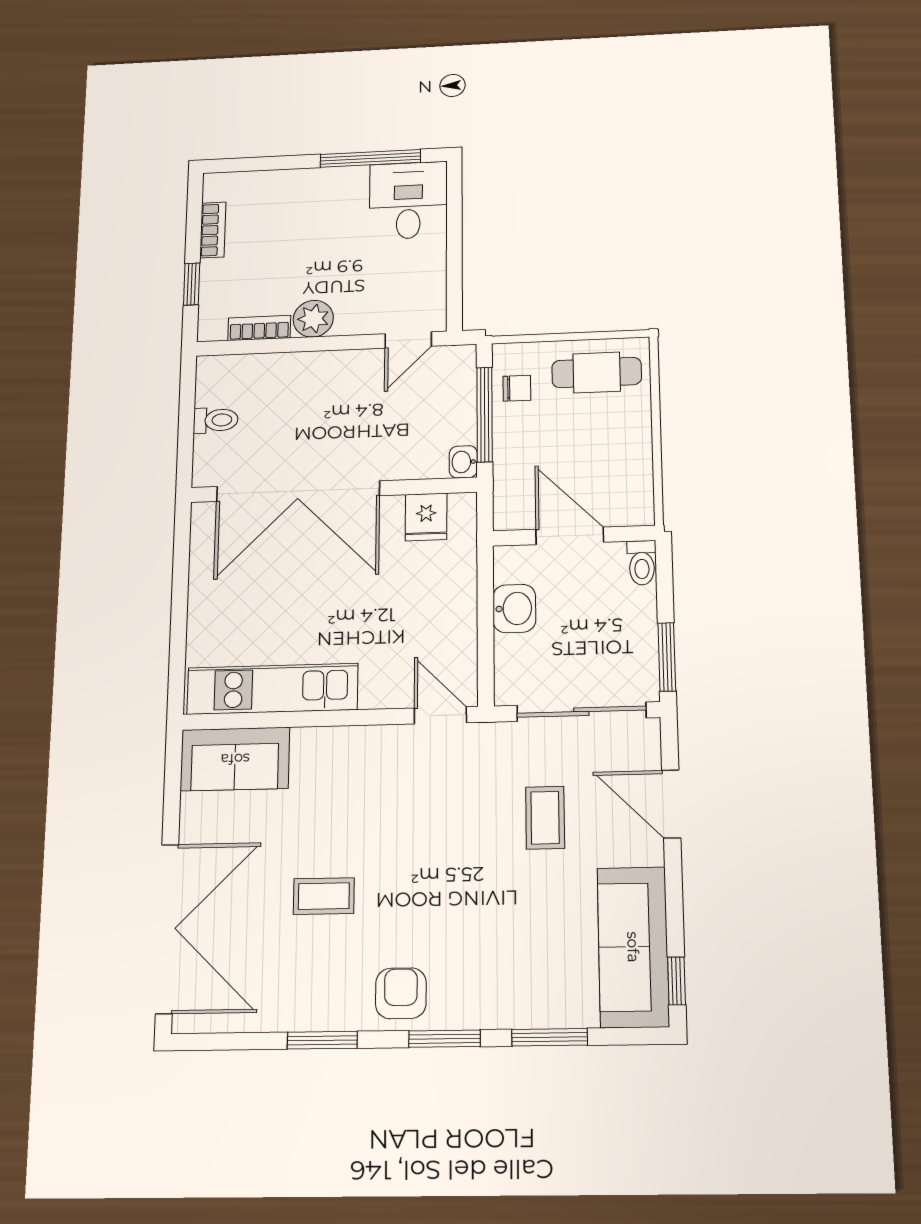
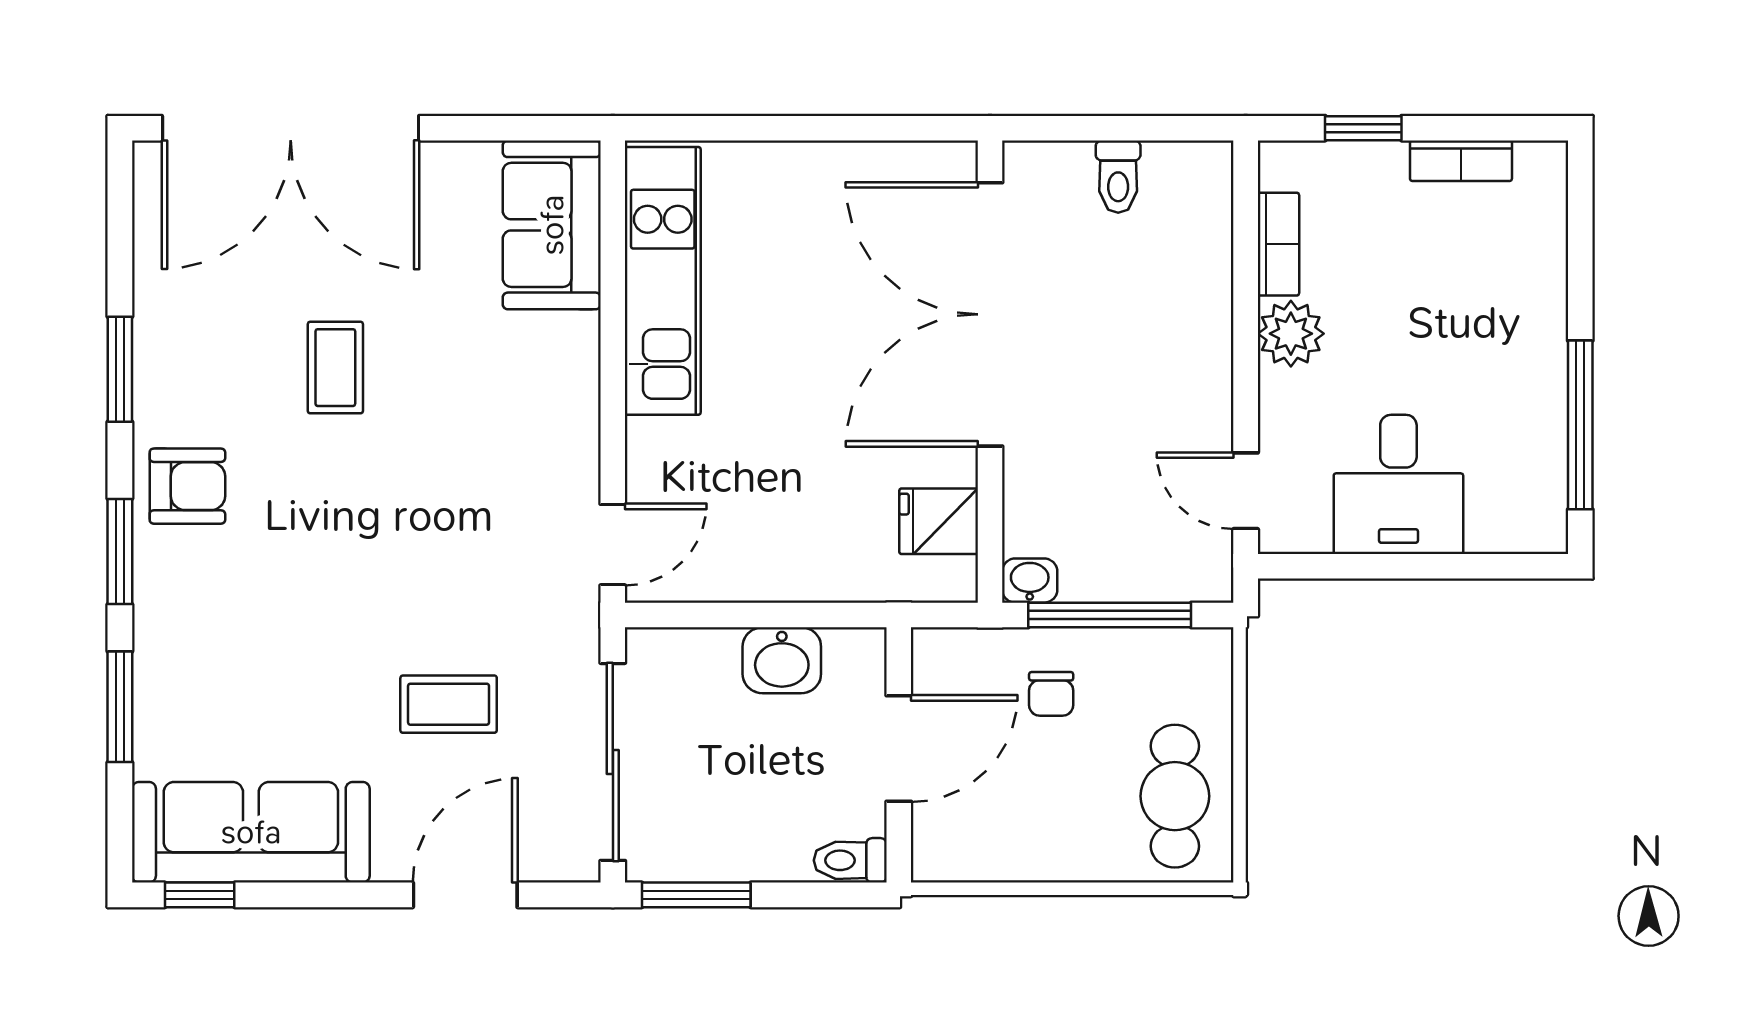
desk: (408, 200) -> (1398, 484), moved, turned 90
chair: (517, 388) -> (1051, 694), moved

